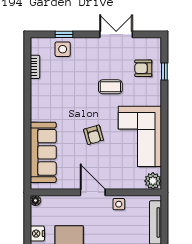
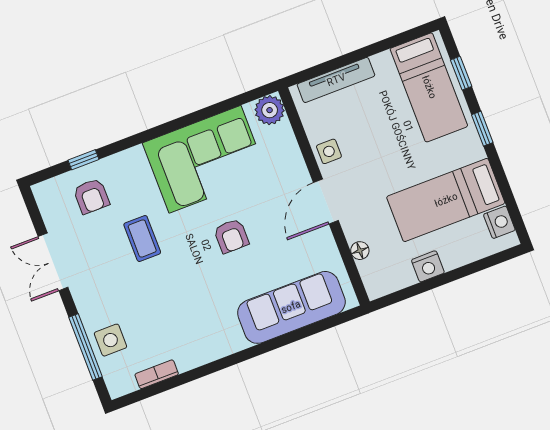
window: (64, 34) -> (86, 347), width x2.17
armchair: (94, 135) -> (231, 236), turned 106
floor lamp: (35, 200) -> (360, 251), moved

